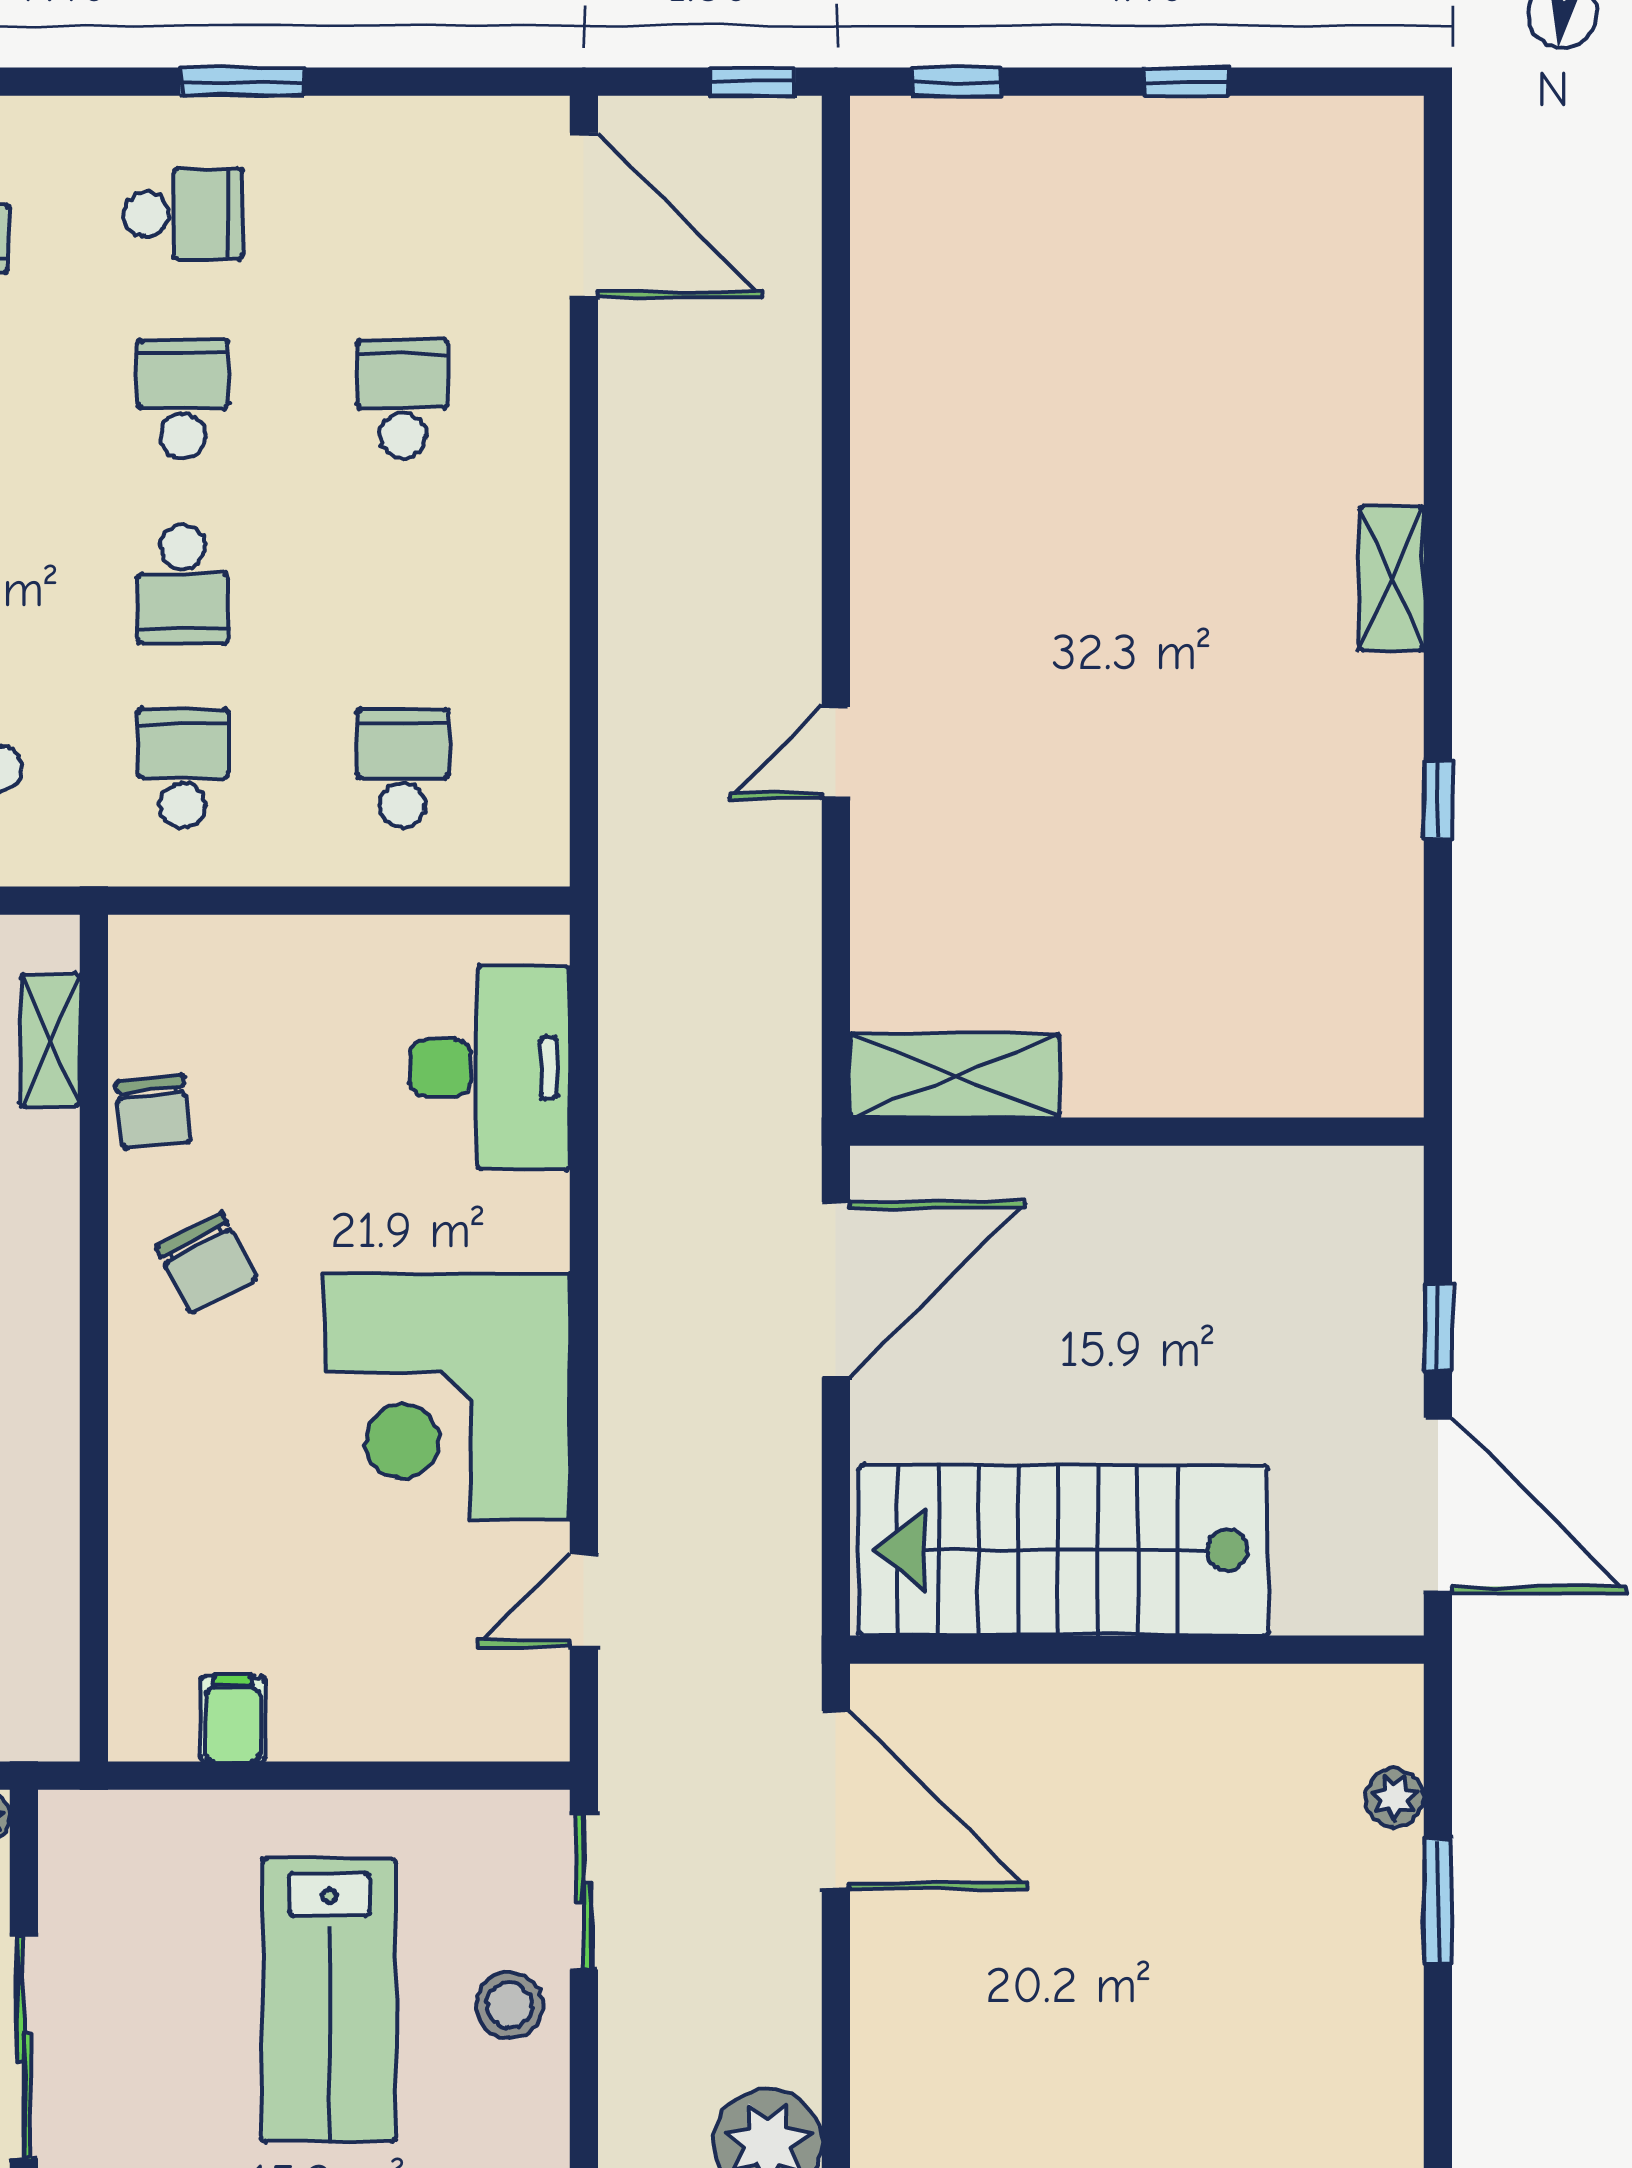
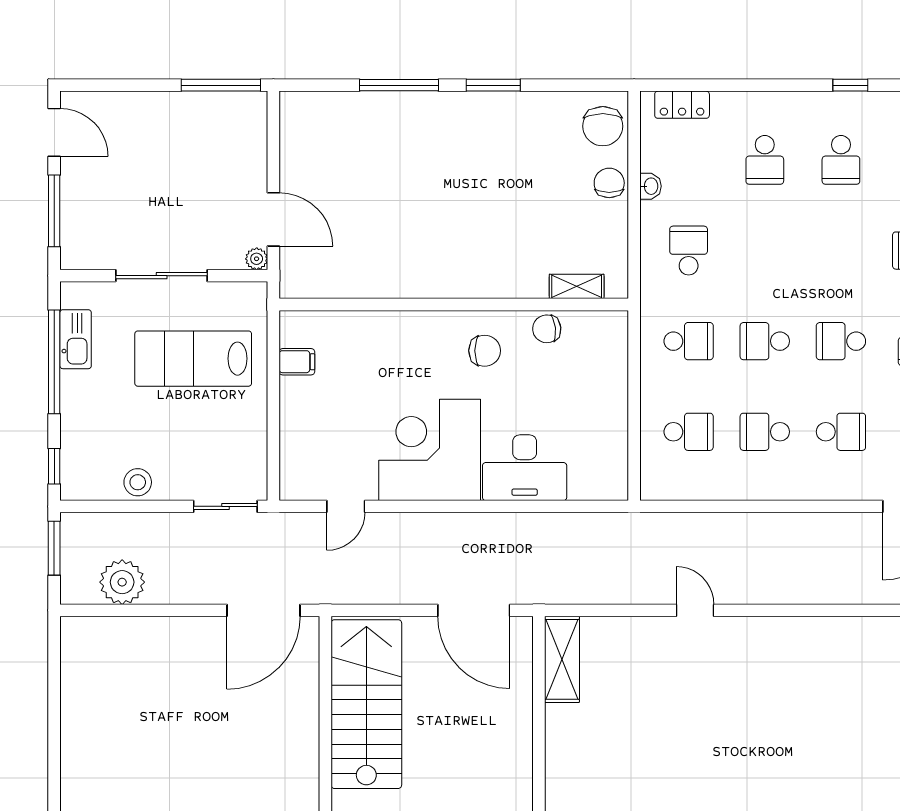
school desk: (183, 399) -> (841, 341), turned 180
school desk: (403, 584) -> (765, 432), added
desk: (490, 1068) -> (525, 468), moved
chair: (206, 1263) -> (485, 351), turned -152
door: (584, 1600) -> (346, 506), swing flipped
lab bench: (329, 2000) -> (193, 359), moved
stool: (509, 2005) -> (138, 482), moved

